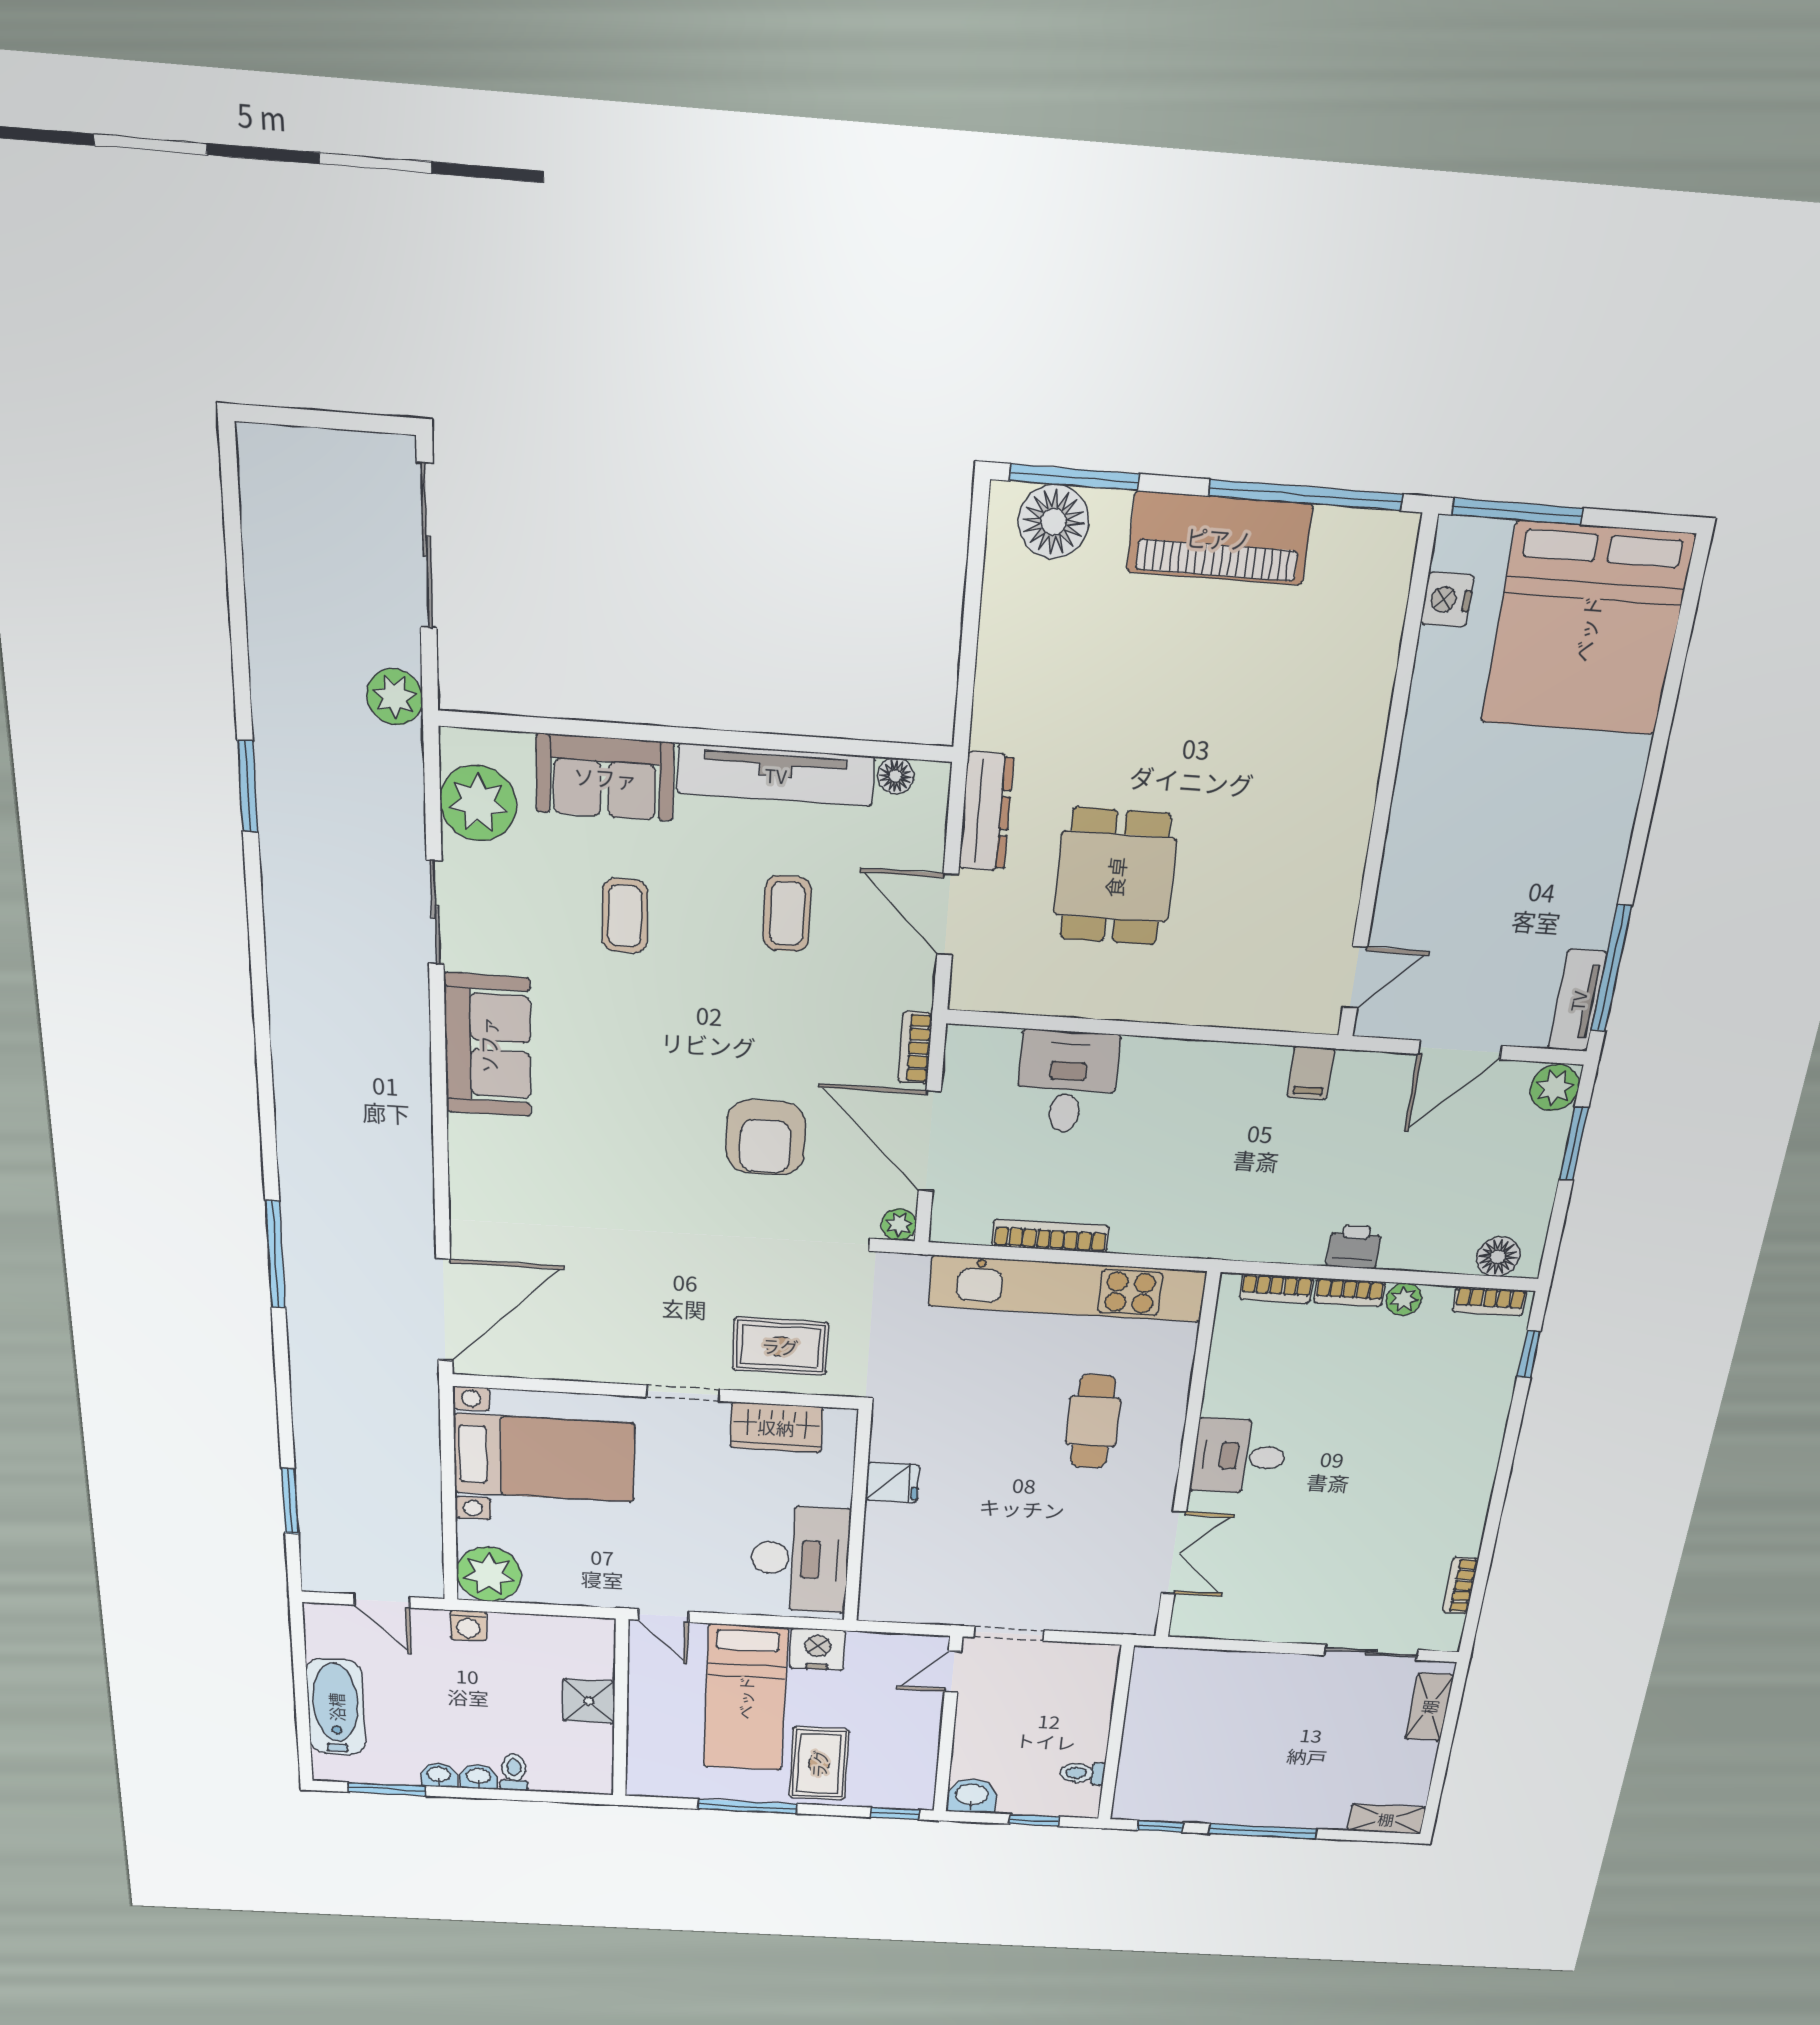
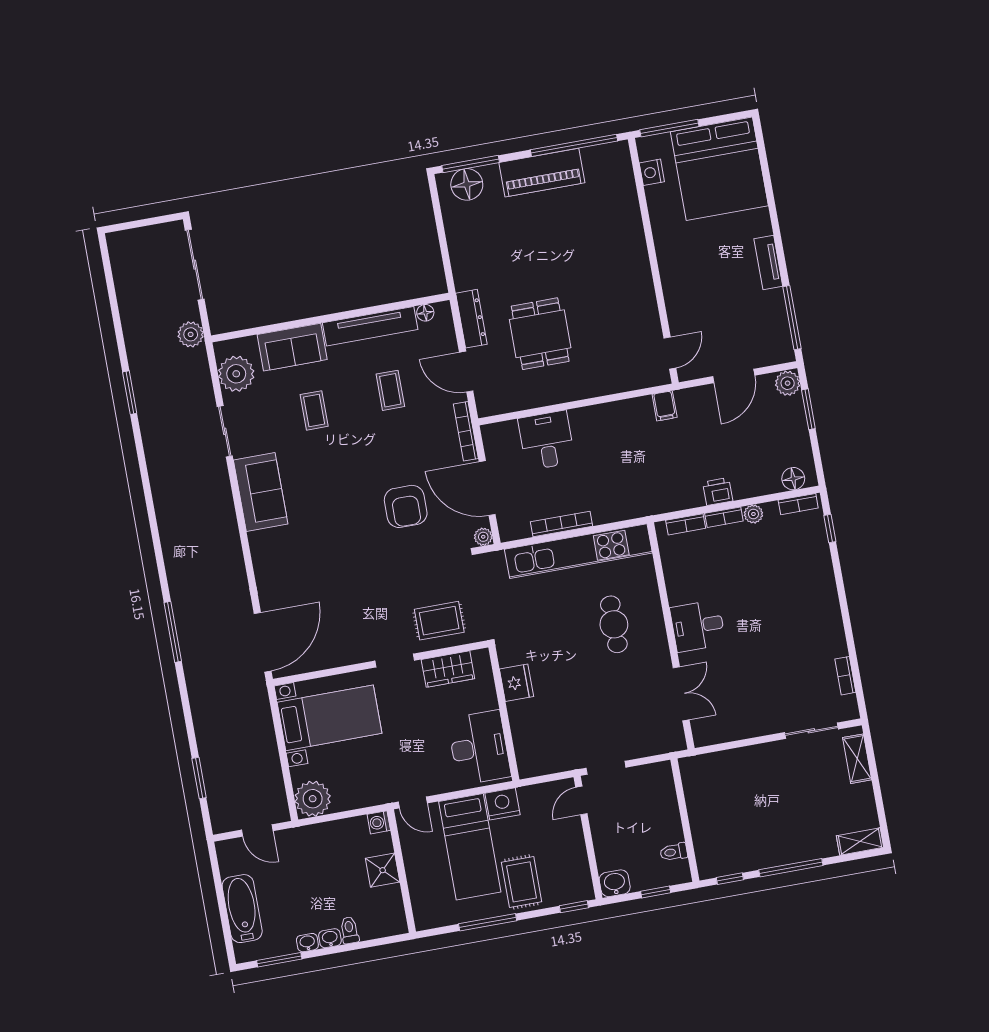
tv unit: (1578, 1001) -> (768, 263), moved
bookcase: (915, 1048) -> (466, 431), width x1.56
fridge: (892, 1482) -> (517, 683), width x1.38
washing machine: (468, 1626) -> (379, 822), moved, turned 90

